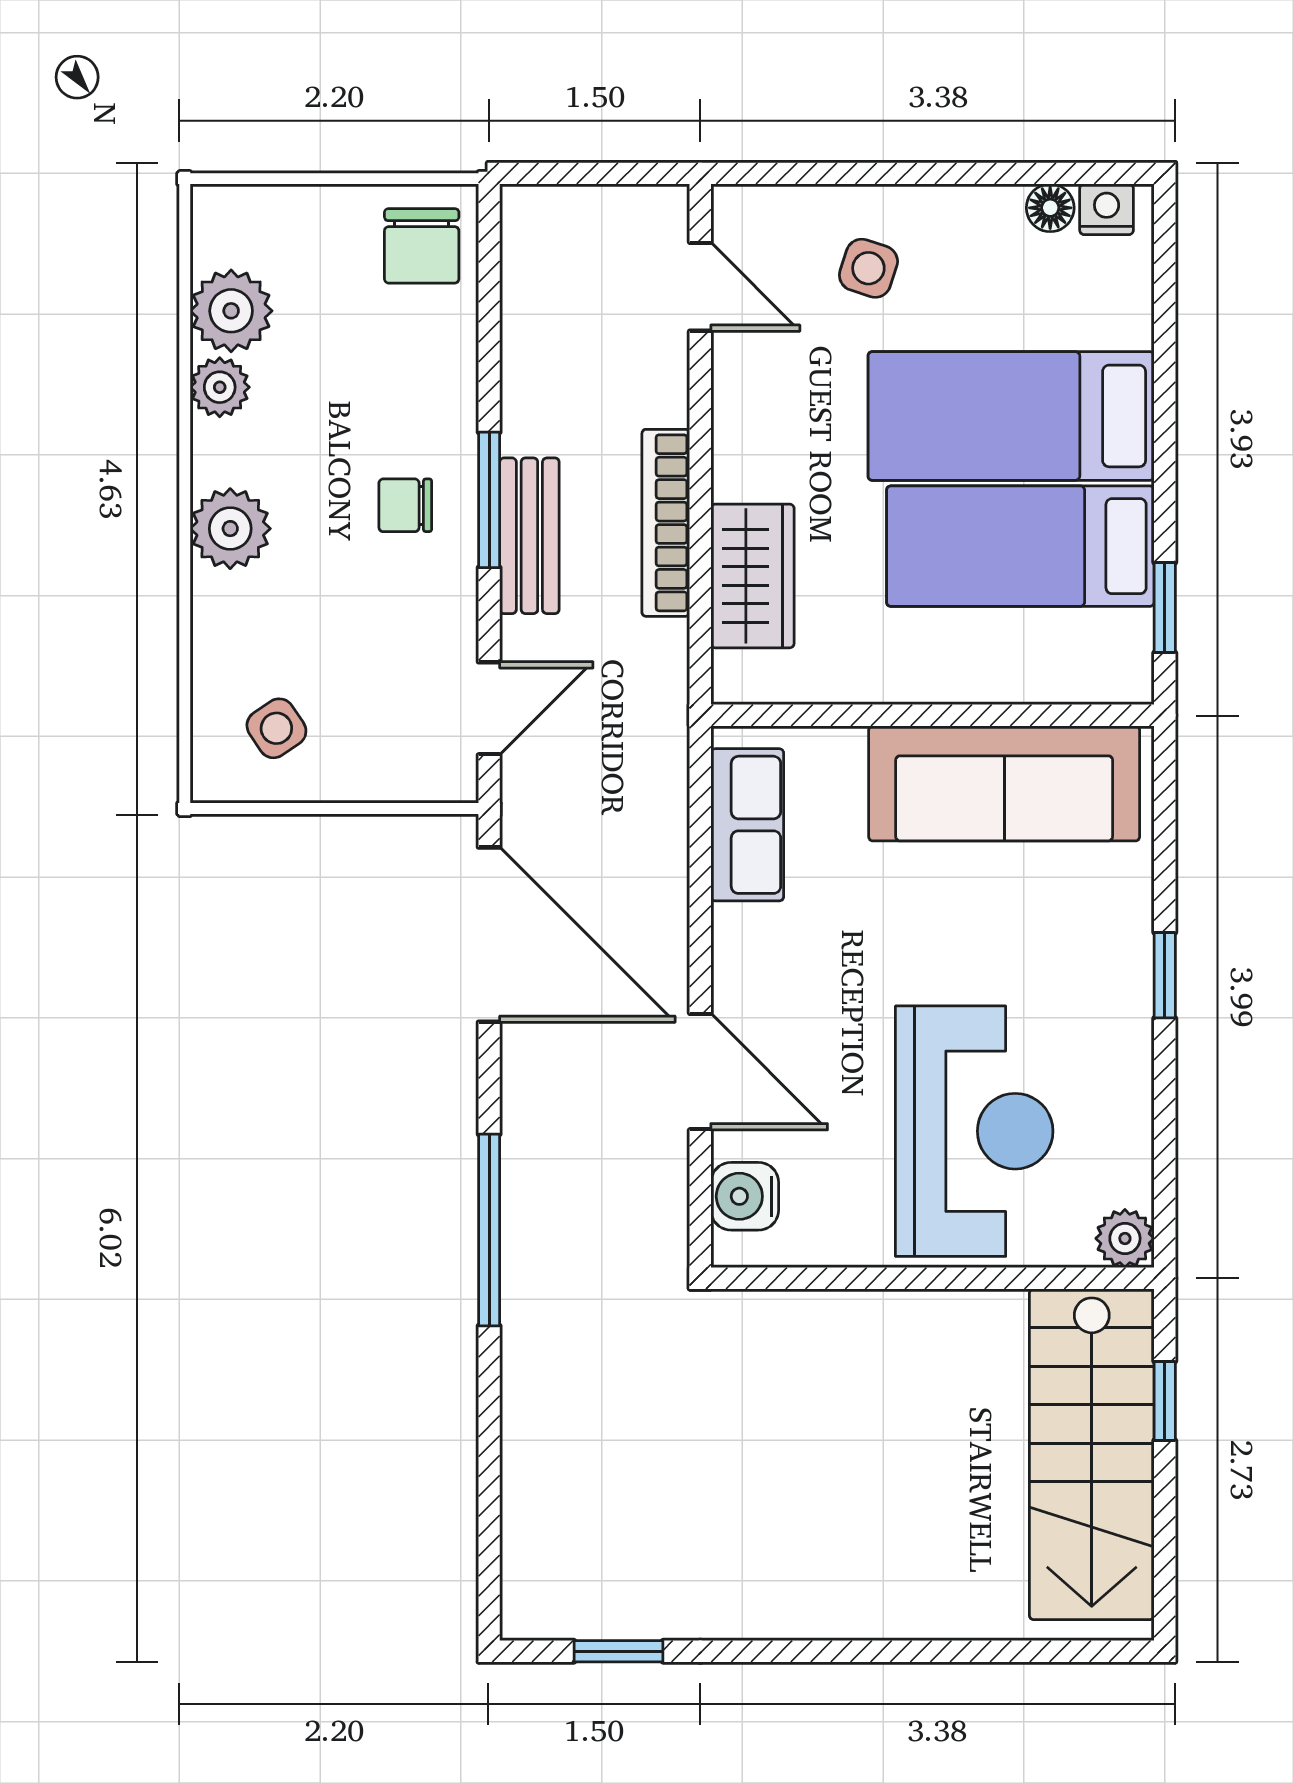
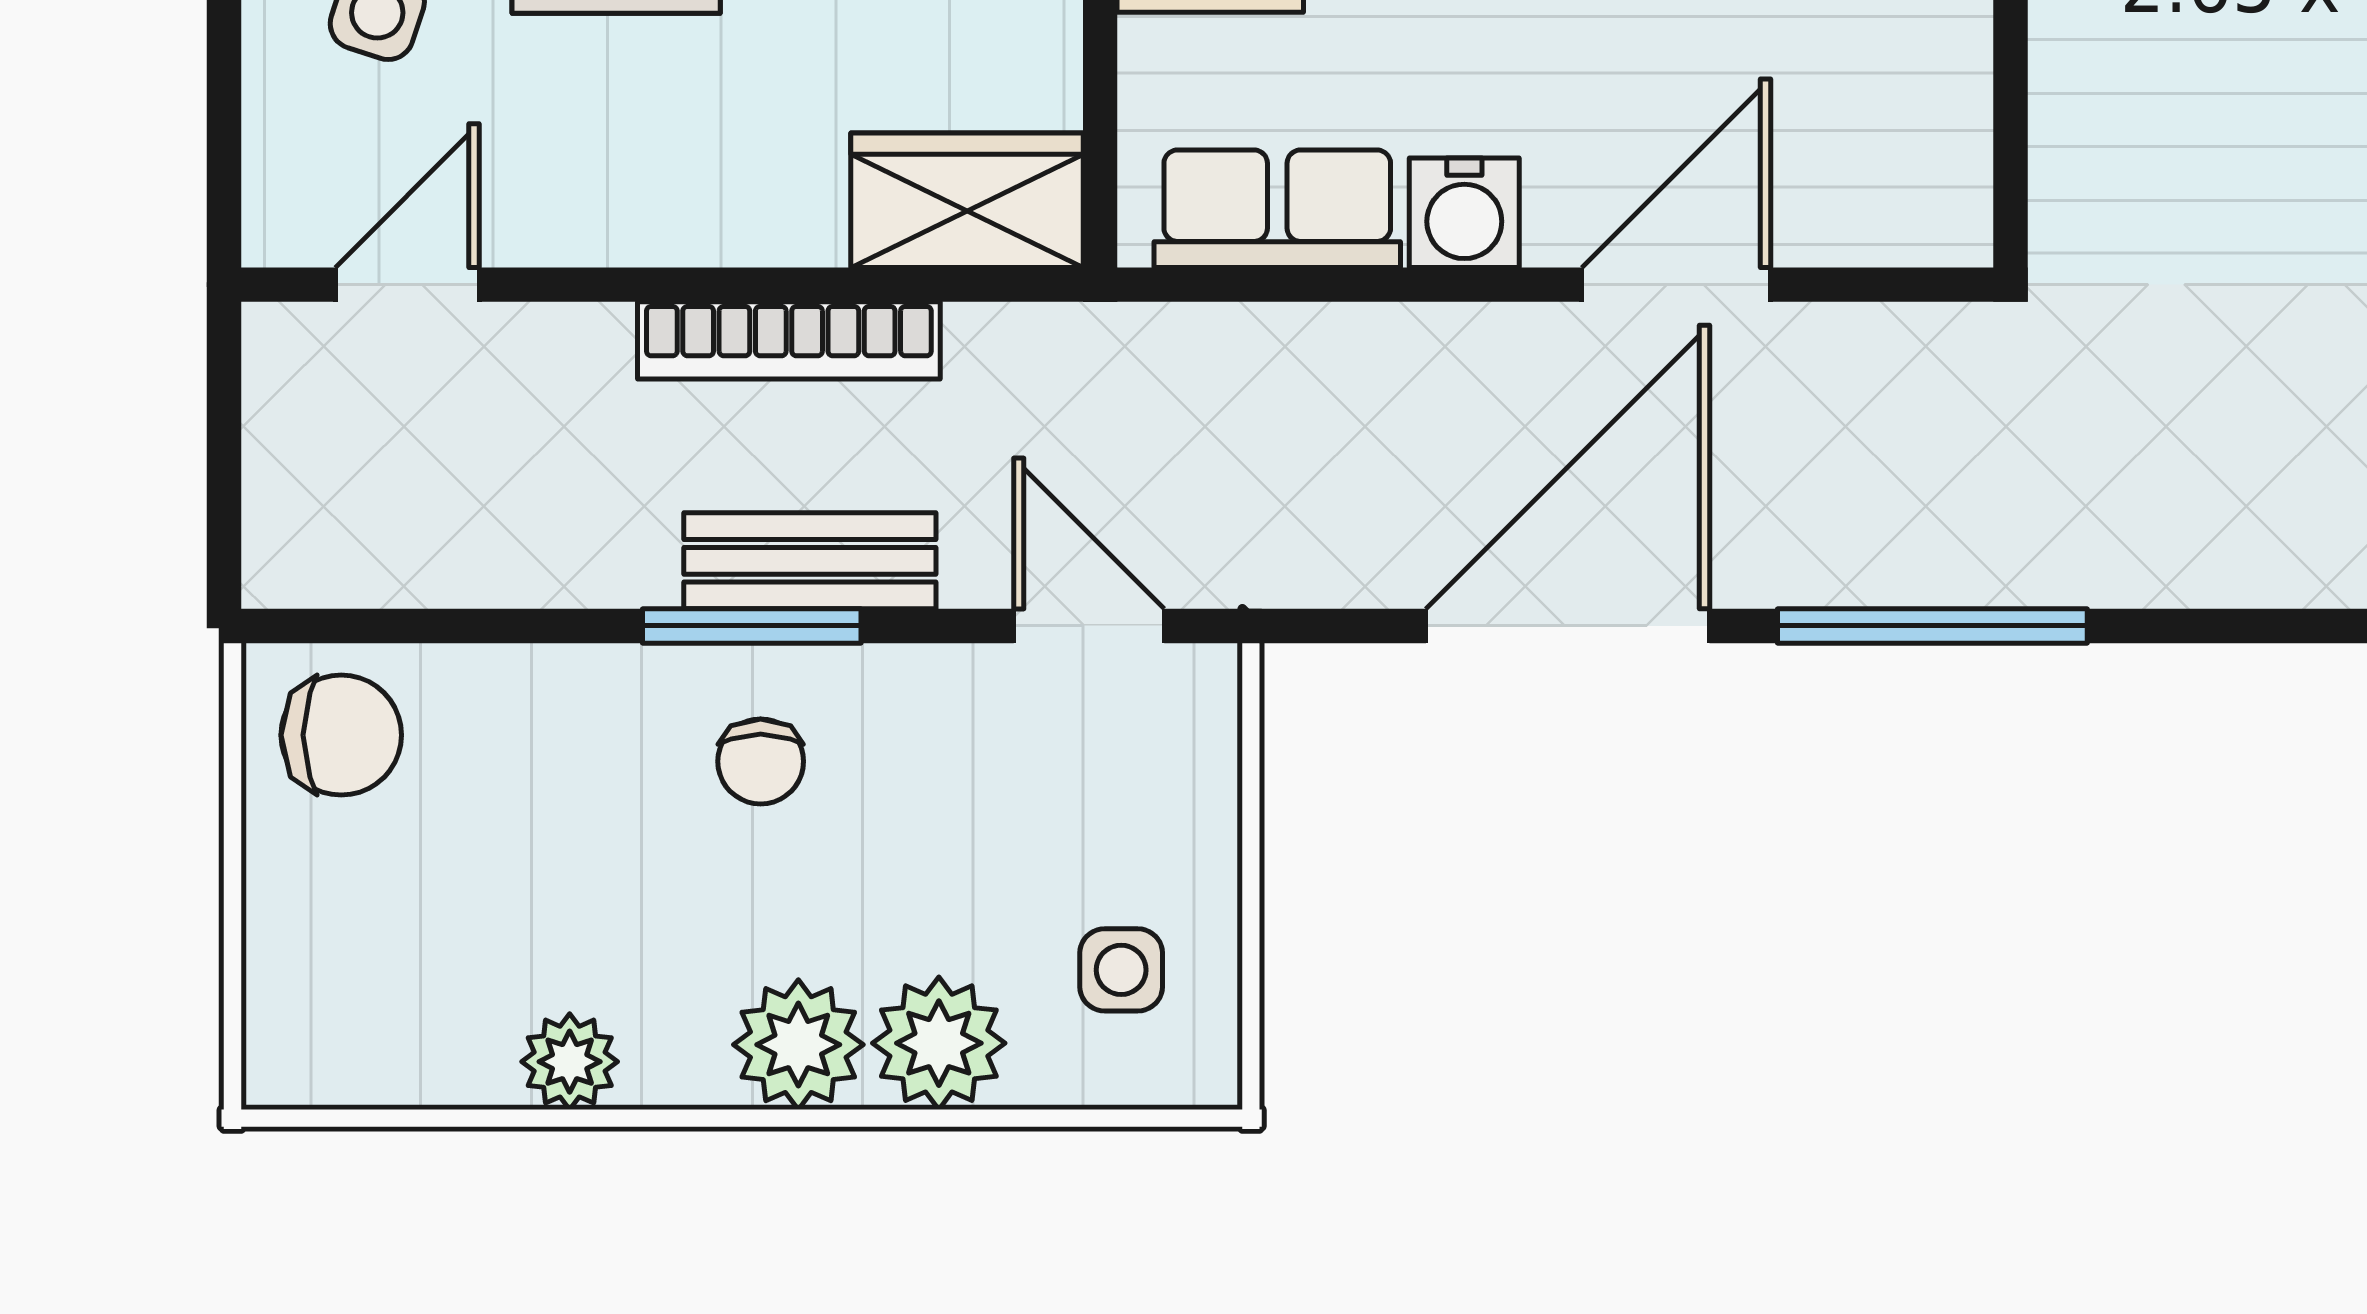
plant: (231, 311) -> (939, 1043), moved
wardrobe: (752, 576) -> (967, 200), moved
side table: (276, 728) -> (1121, 970), turned 34
door: (489, 935) -> (1568, 626), moved
water cooler: (745, 1196) -> (1464, 213), moved

